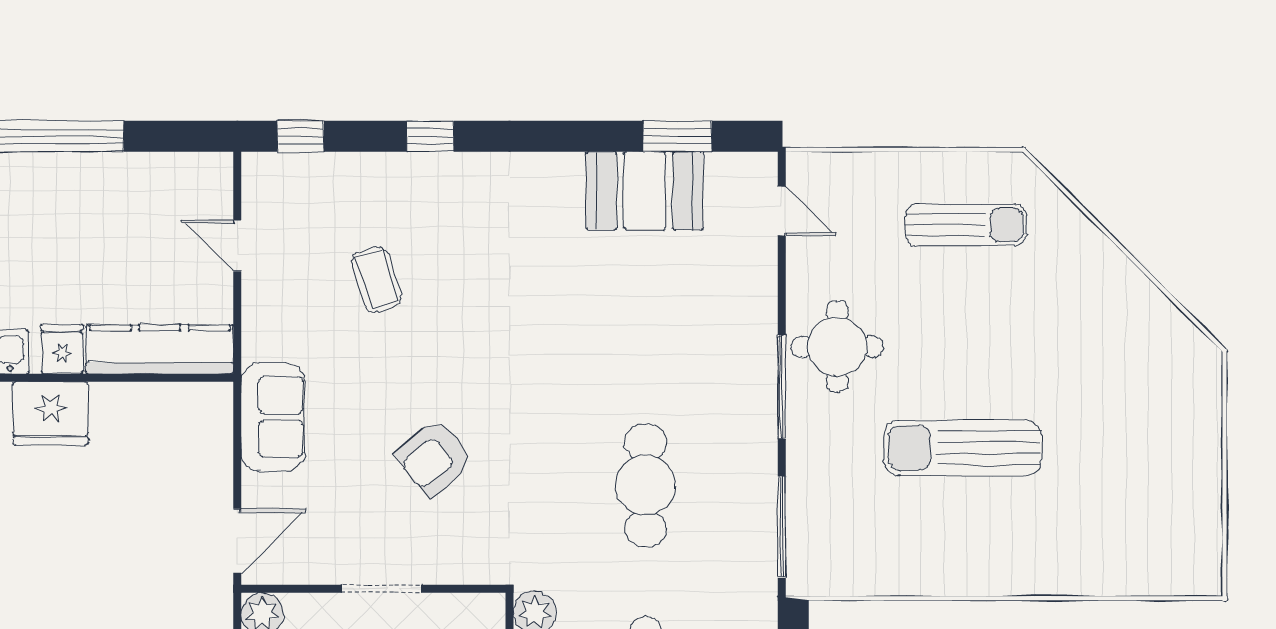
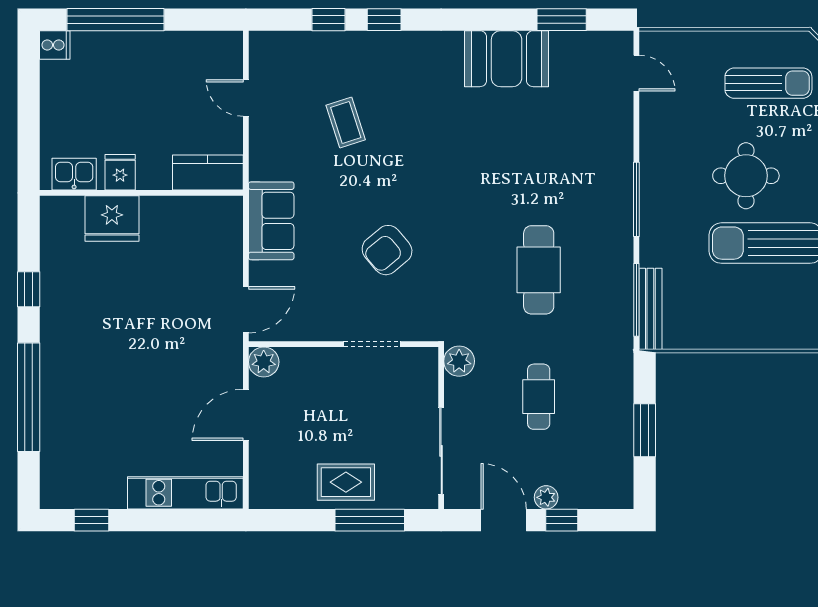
window: (301, 136) -> (328, 20), moved
booth: (645, 191) -> (507, 59), moved
round table: (837, 347) -> (746, 176), moved
kitchen counter: (160, 349) -> (208, 172), width x0.67
bench: (801, 540) -> (650, 309), added
doorway: (381, 589) -> (372, 344), moved

